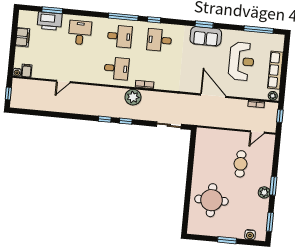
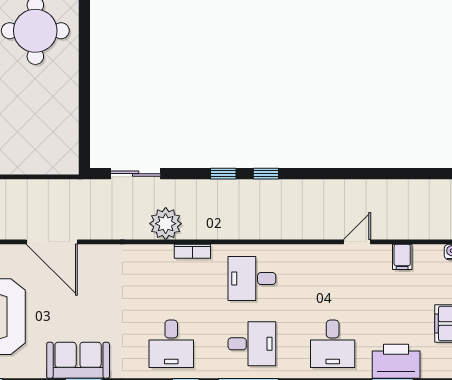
desk: (120, 36) -> (252, 344), turned 180
desk: (159, 40) -> (171, 344), turned 90
filing cabinet: (27, 71) -> (402, 257), moved
plant: (133, 97) -> (166, 224), moved

